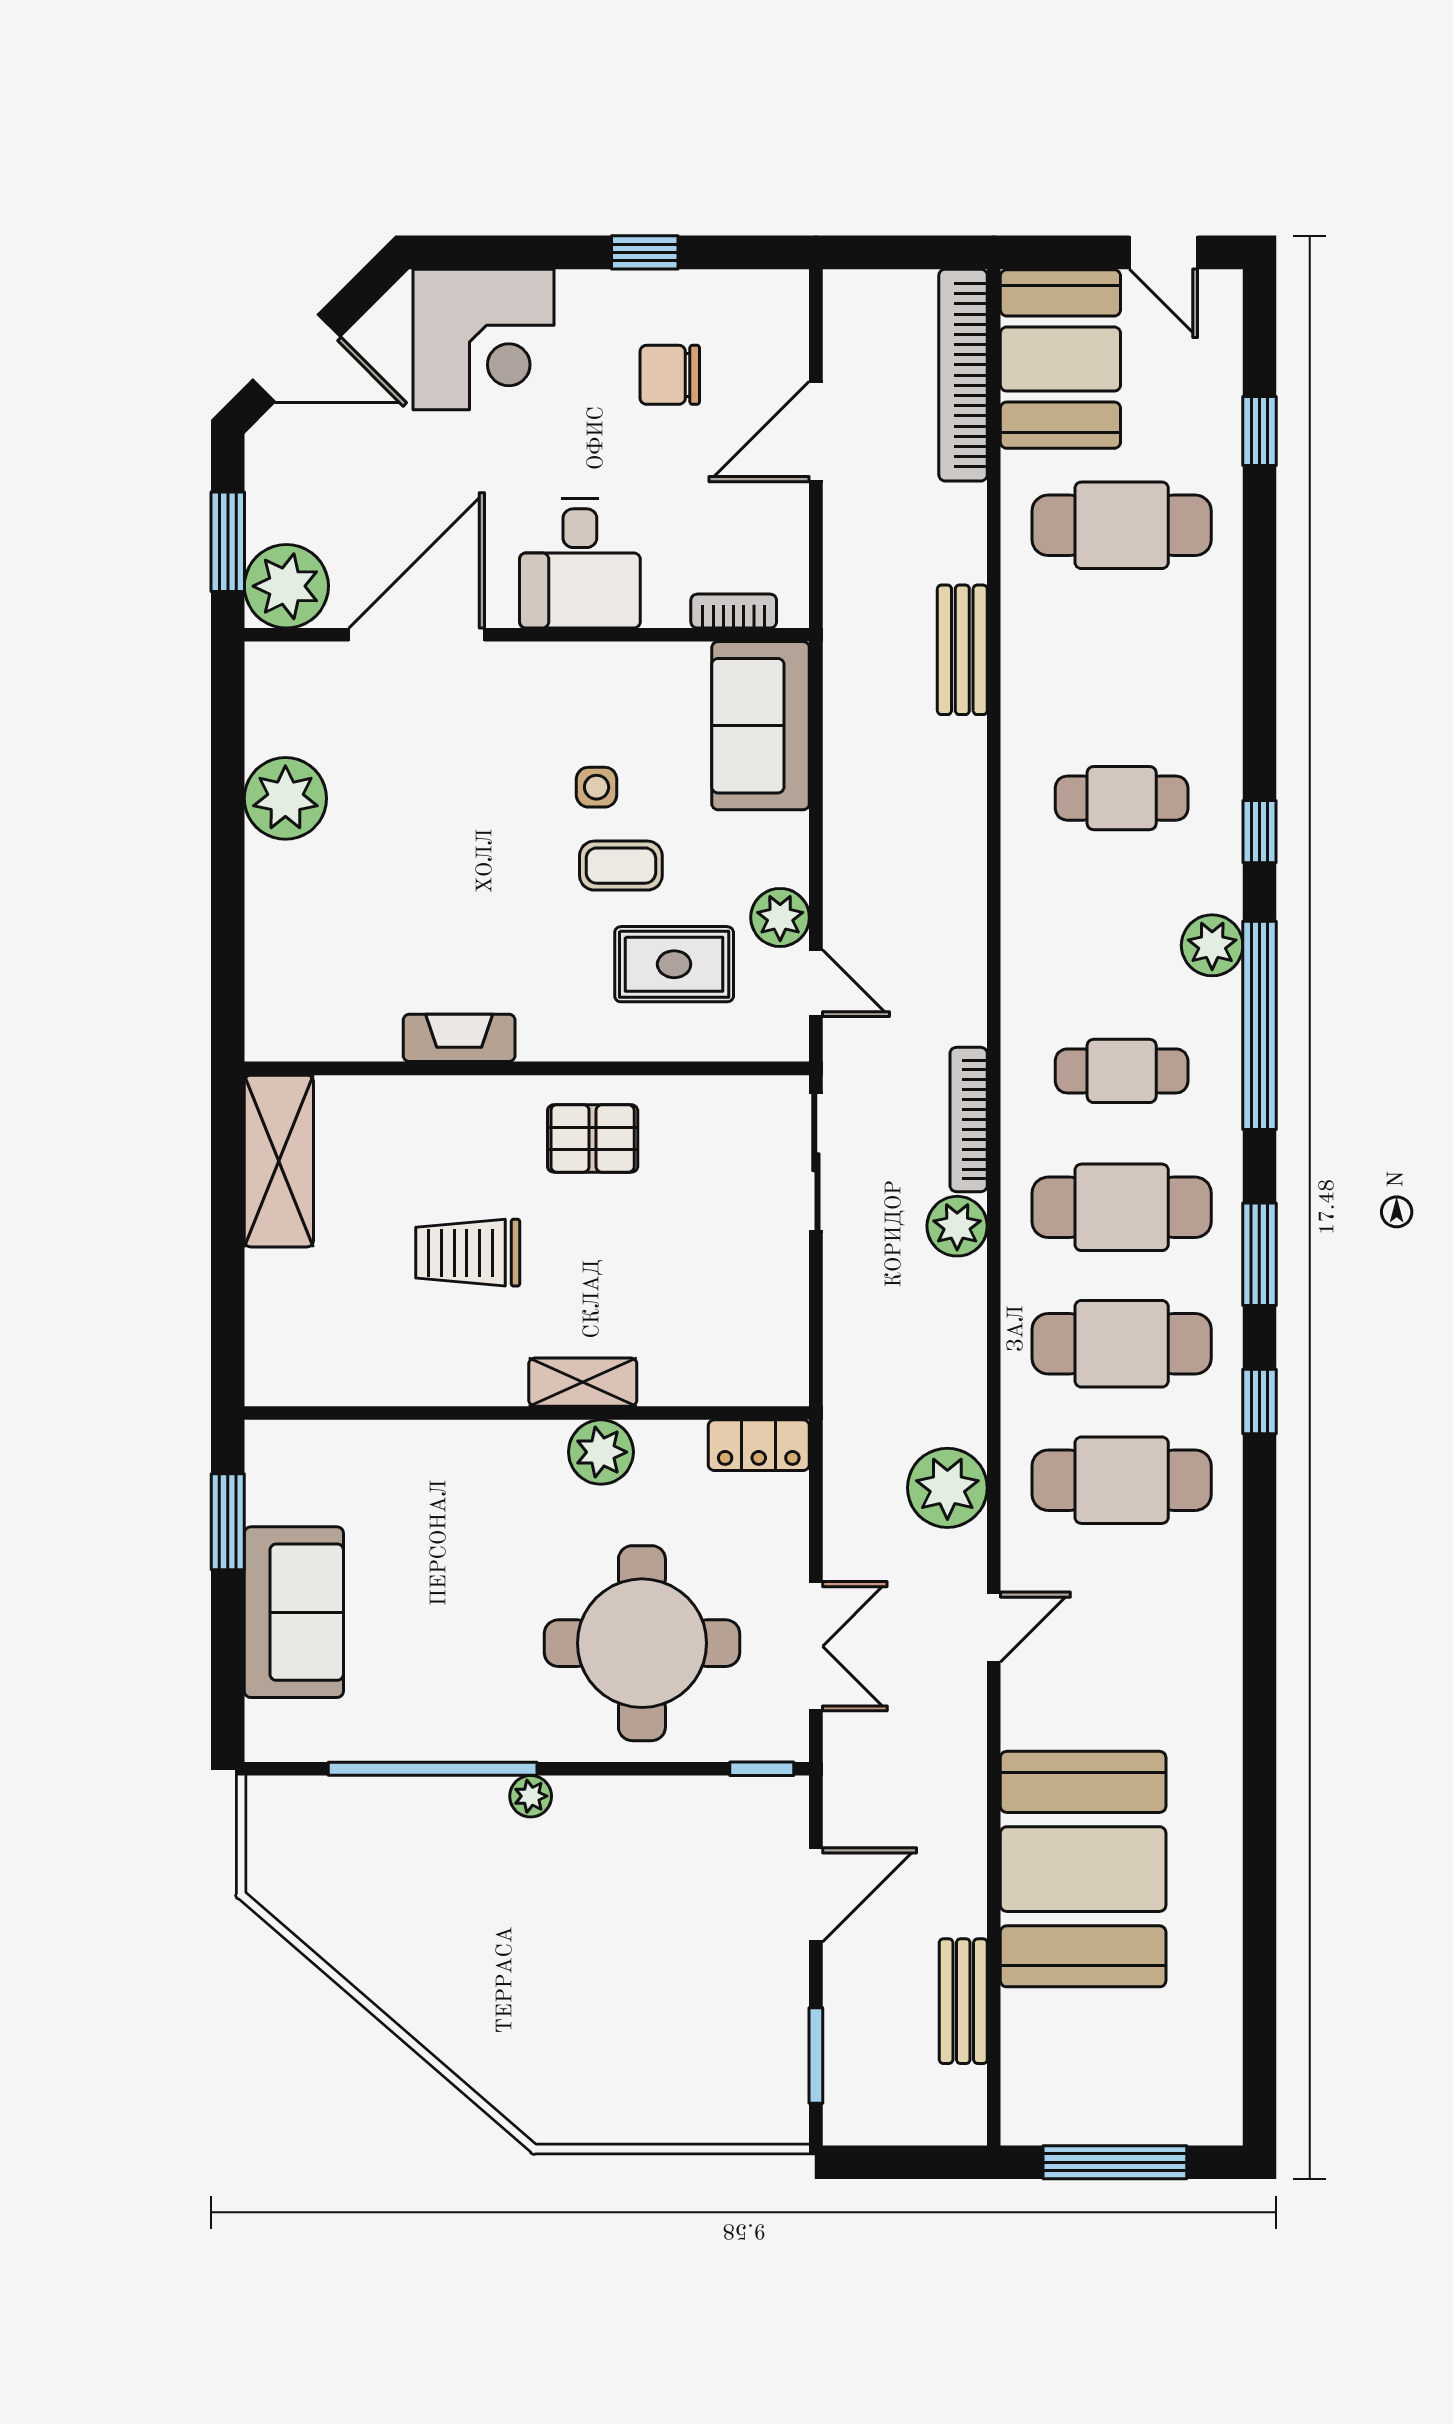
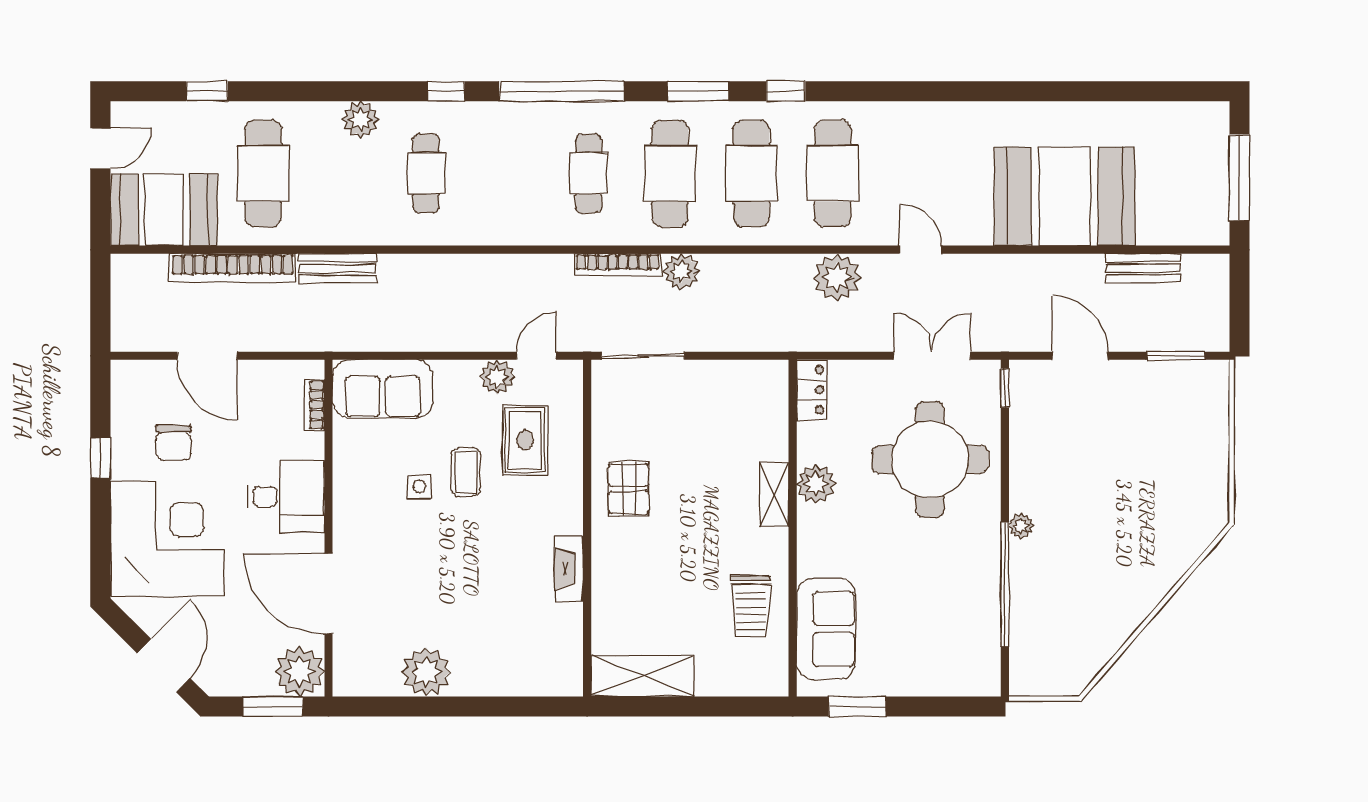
corner desk: (483, 339) -> (167, 539), width x1.36, depth x1.36
bookcase: (963, 375) -> (233, 268), moved
plant: (1212, 945) -> (360, 119), moved
trolley: (468, 1253) -> (751, 606), moved
sofa: (294, 1612) -> (826, 629), moved, turned 90

